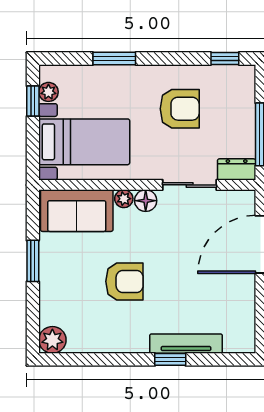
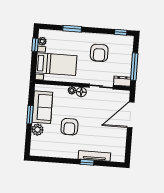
armchair: (180, 109) -> (99, 53), turned 90
sofa: (77, 211) -> (42, 107), moved, turned -90
armchair: (124, 281) -> (69, 127), turned 90
plant: (52, 340) -> (37, 130), moved

